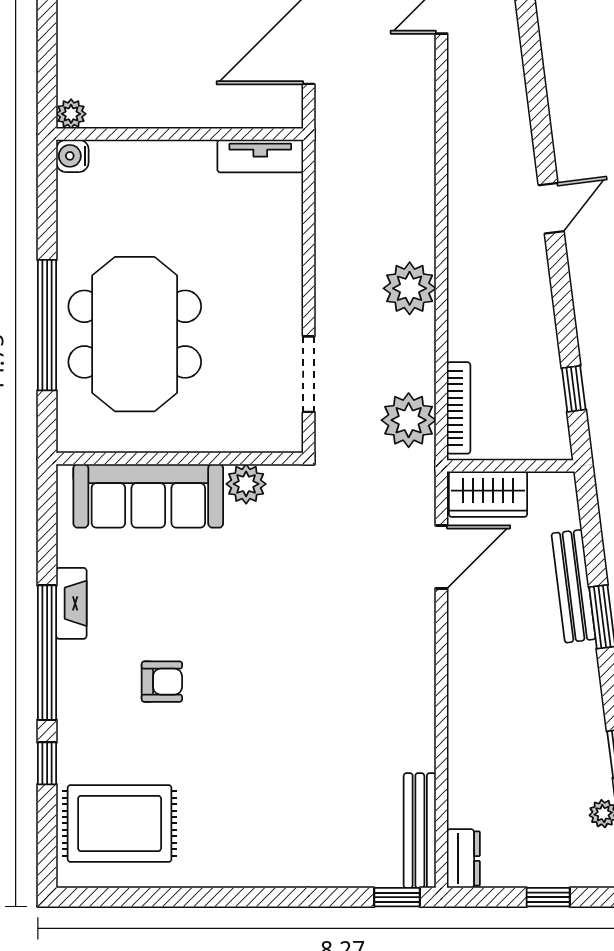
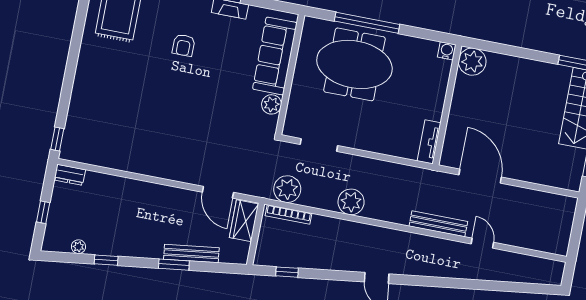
plant: (71, 114) -> (472, 62), width x1.87, depth x1.87
bench: (420, 831) -> (438, 224), moved

